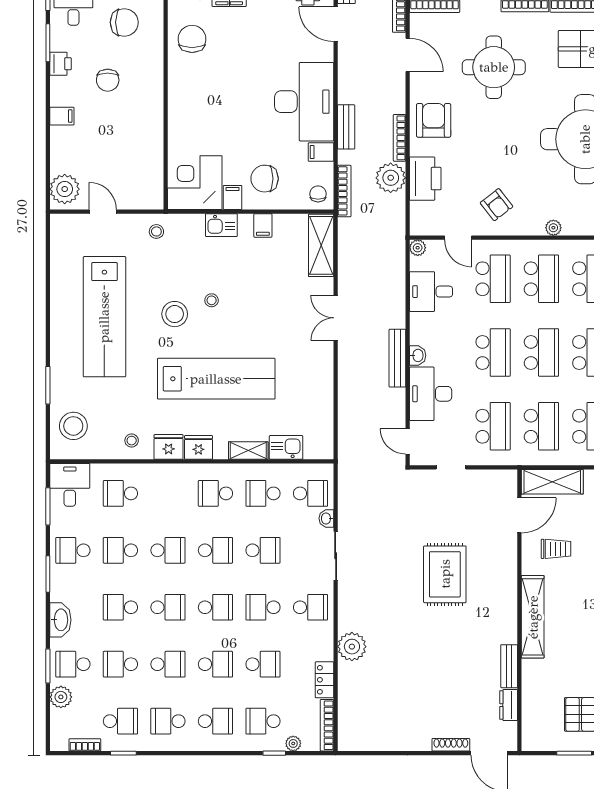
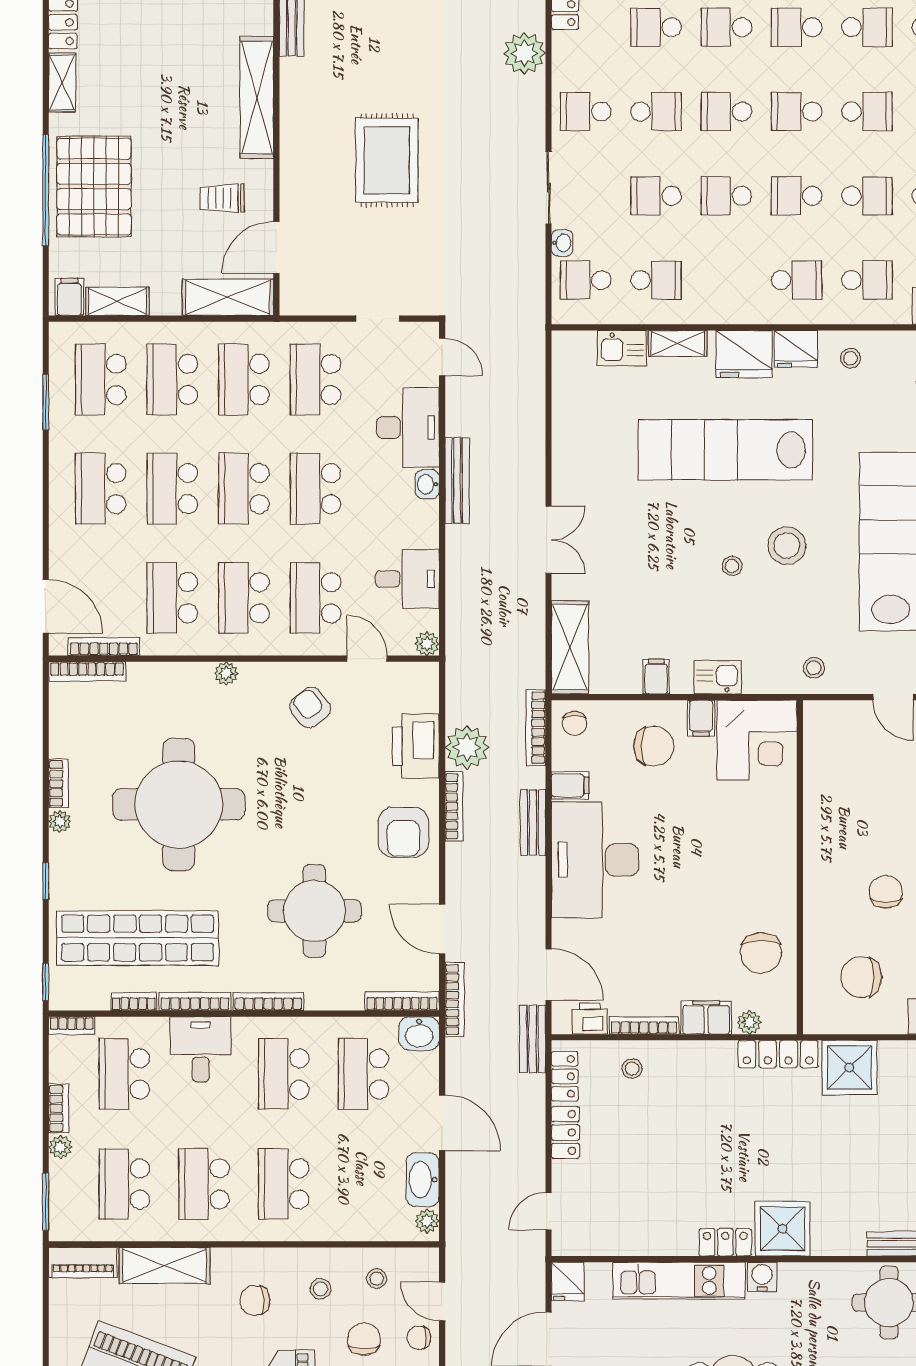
fridge: (198, 447) -> (744, 354), width x1.36, depth x1.34
school desk: (215, 493) -> (797, 280), moved

